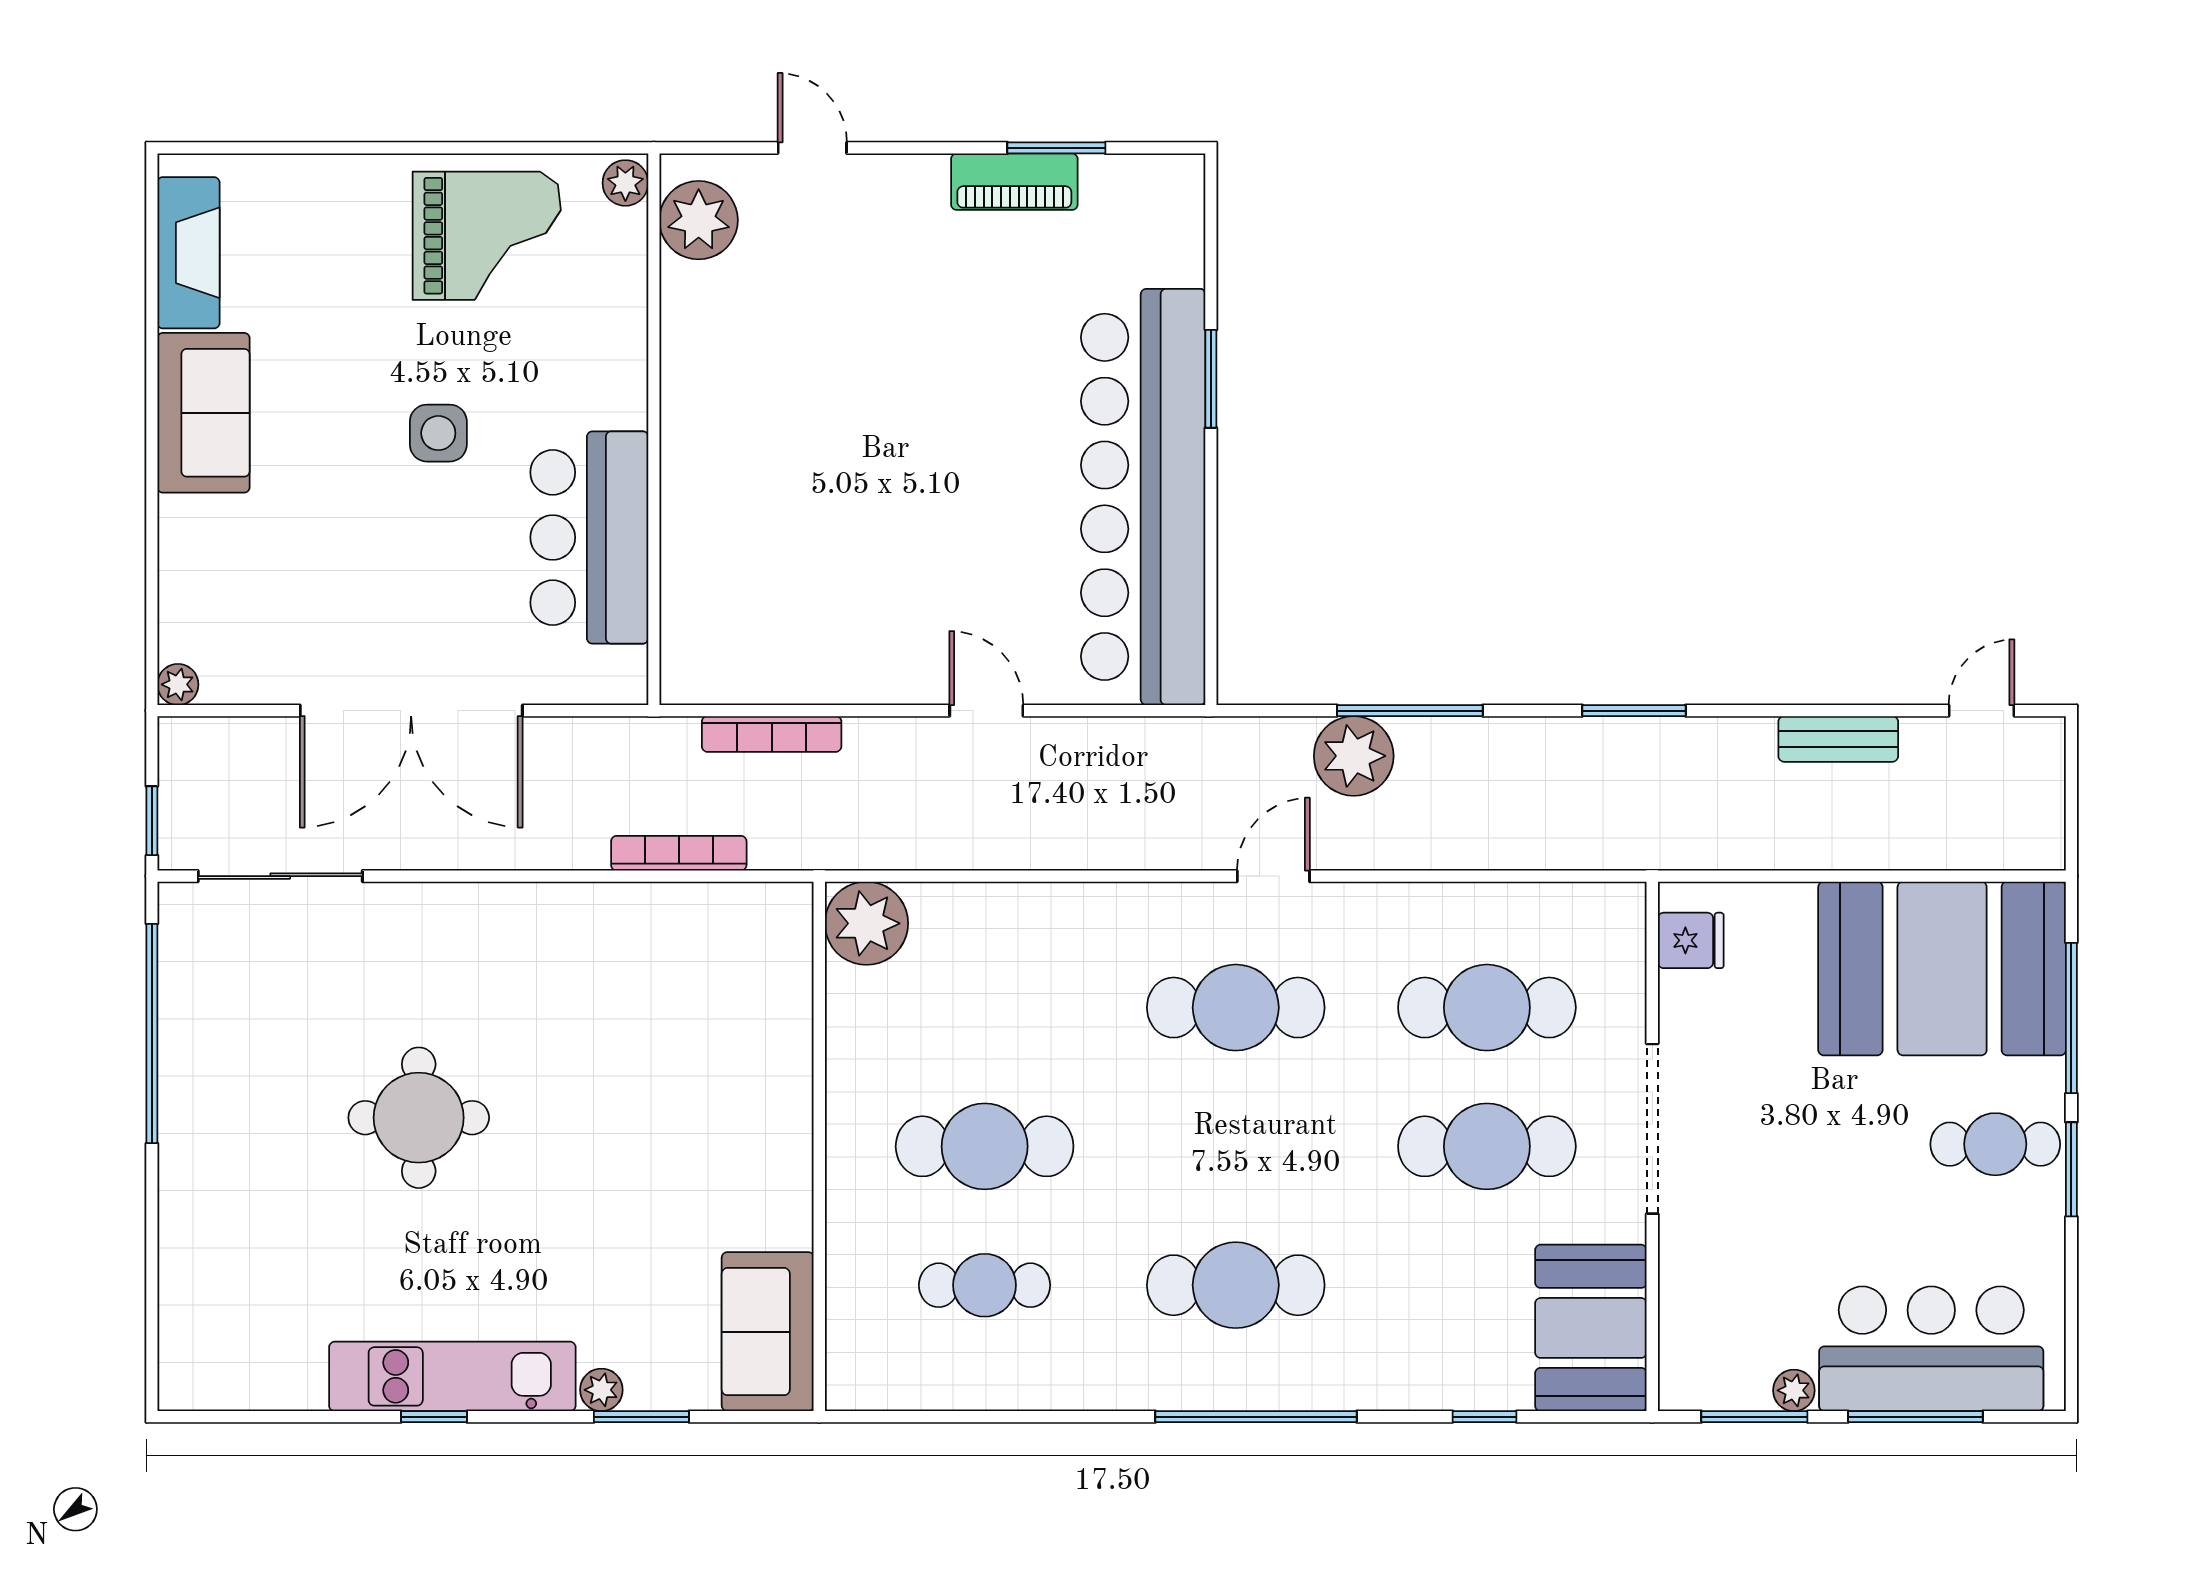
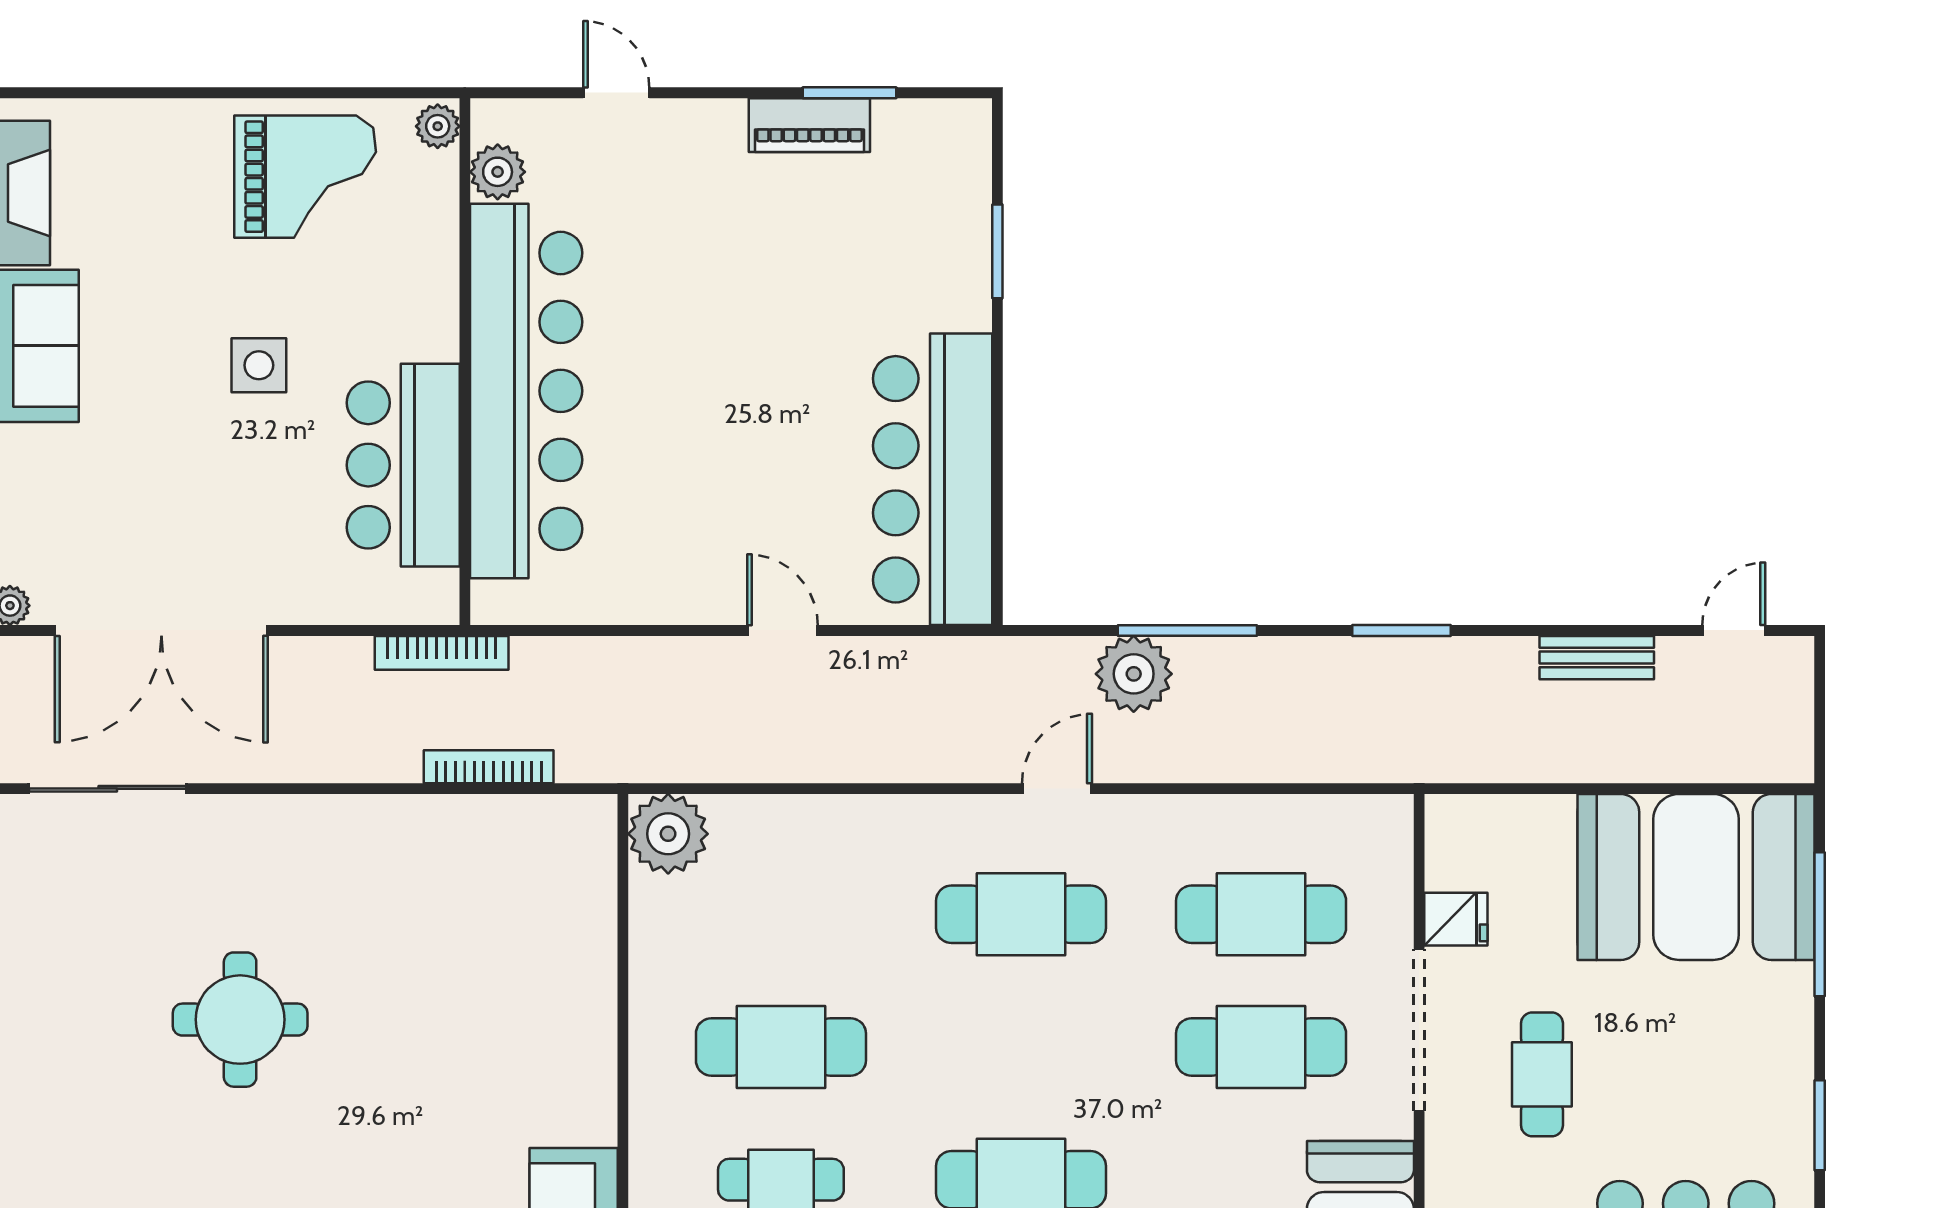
plant: (699, 220) -> (498, 172), width x0.73, depth x0.73
window: (1211, 379) -> (997, 251), moved
bar counter: (718, 460) -> (526, 391), added
bar counter: (1143, 497) -> (933, 479), width x0.73
double door: (411, 711) -> (161, 630), moved
bookcase: (772, 734) -> (442, 653), moved
fridge: (1691, 940) -> (1456, 919), moved
cafe table: (1995, 1144) -> (1542, 1074), moved, turned 90
window: (2071, 1169) -> (1820, 1125), moved

